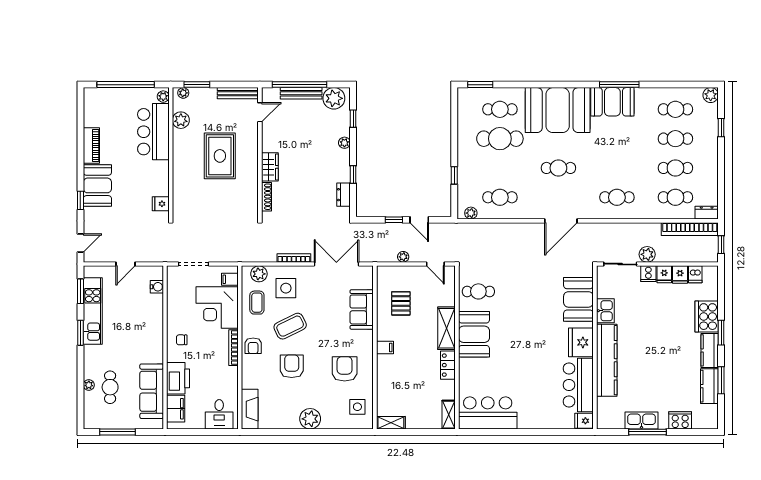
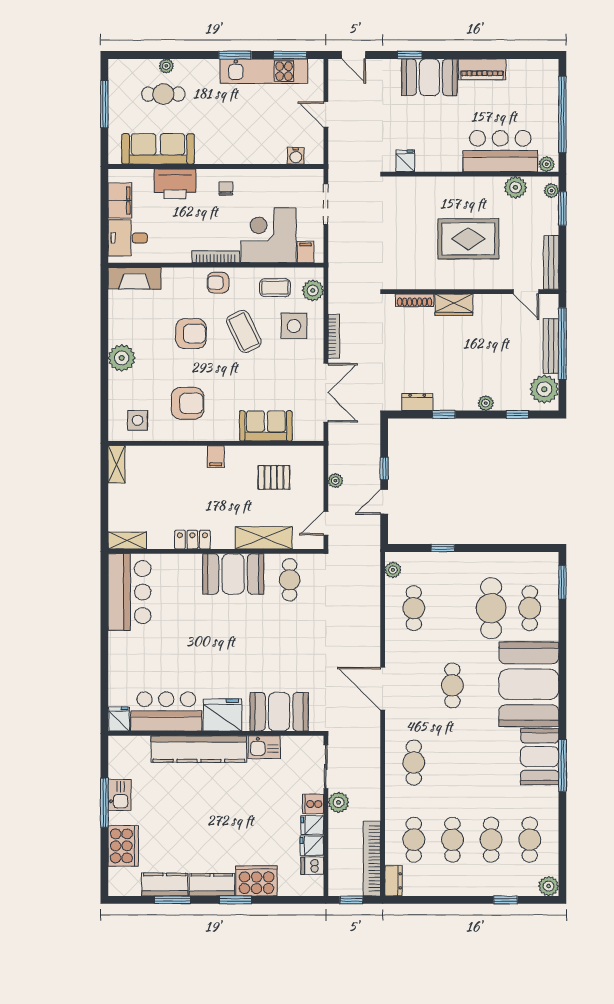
shelving: (447, 328) -> (264, 538), moved
filing cabinet: (176, 409) -> (120, 201), moved, turned -90
kitchen sink: (642, 420) -> (119, 795), width x0.73
cooker: (680, 420) -> (123, 846), width x1.37, depth x1.31

